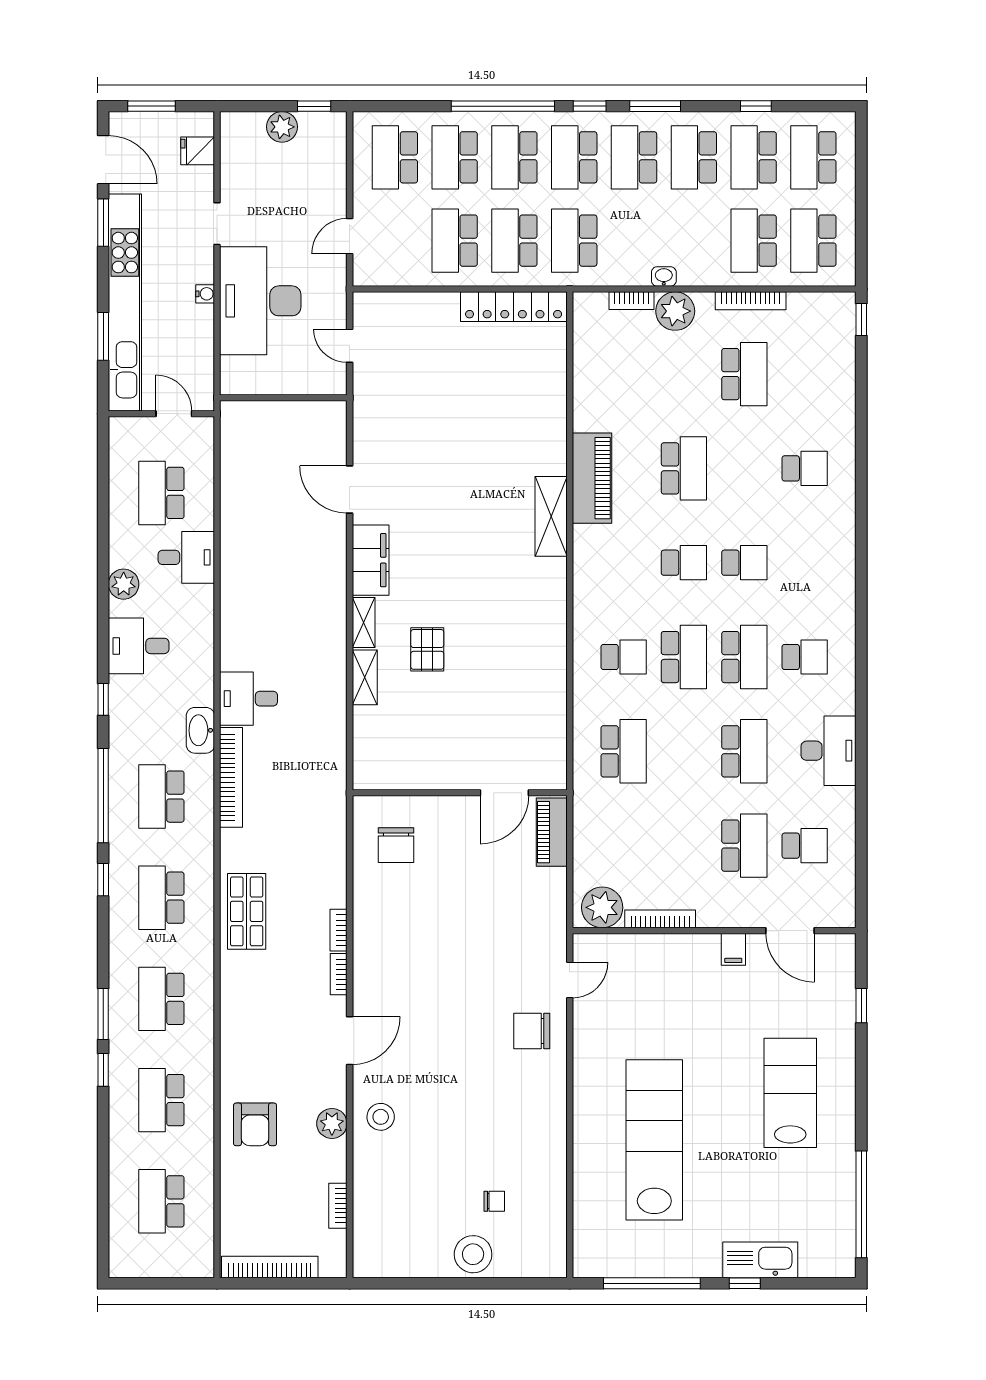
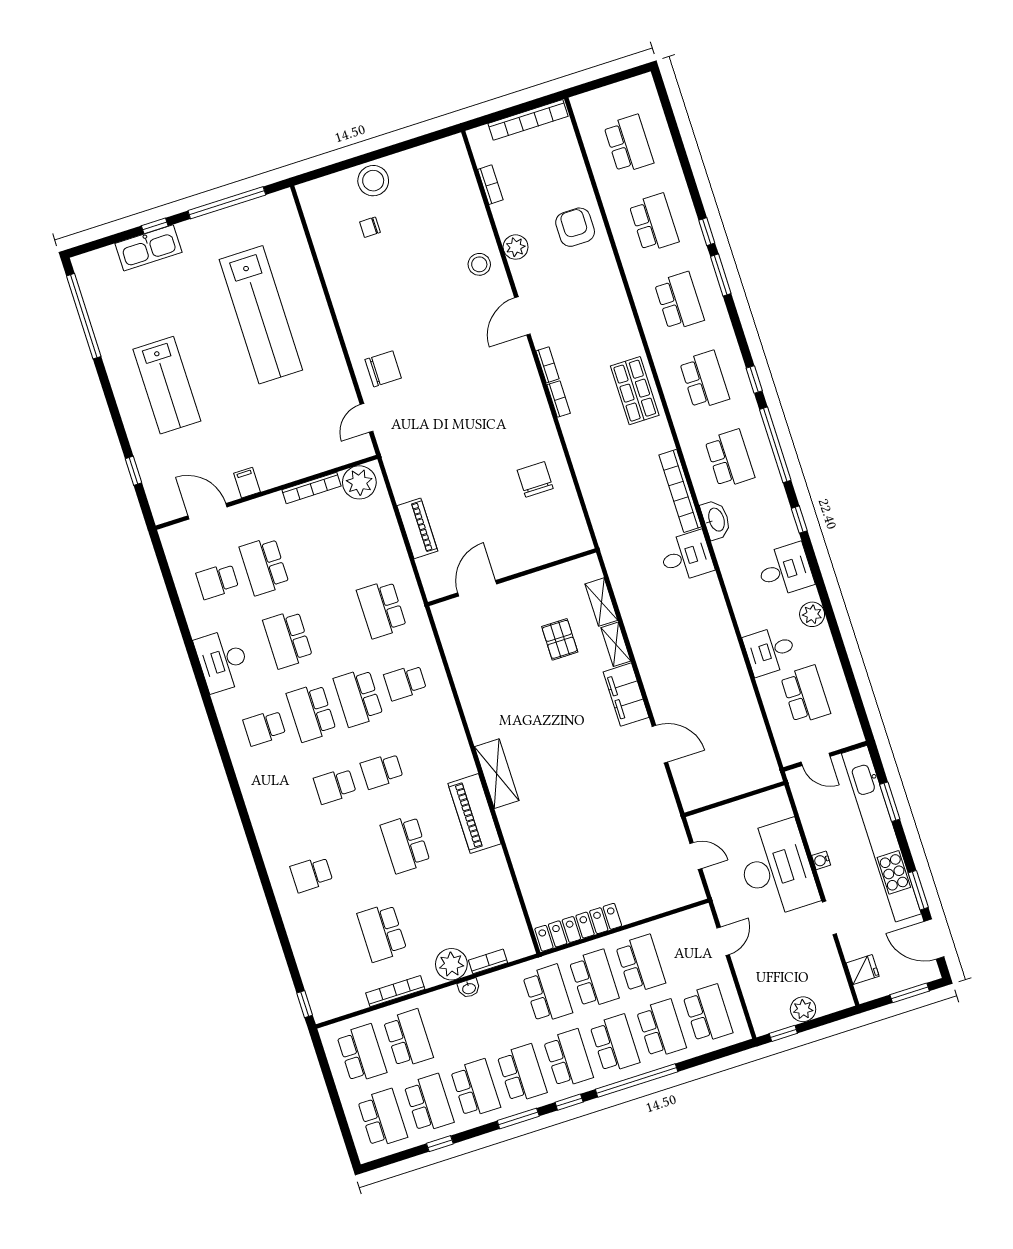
wall: (460, 793) -> (512, 577), moved
door: (504, 793) -> (477, 588), moved

